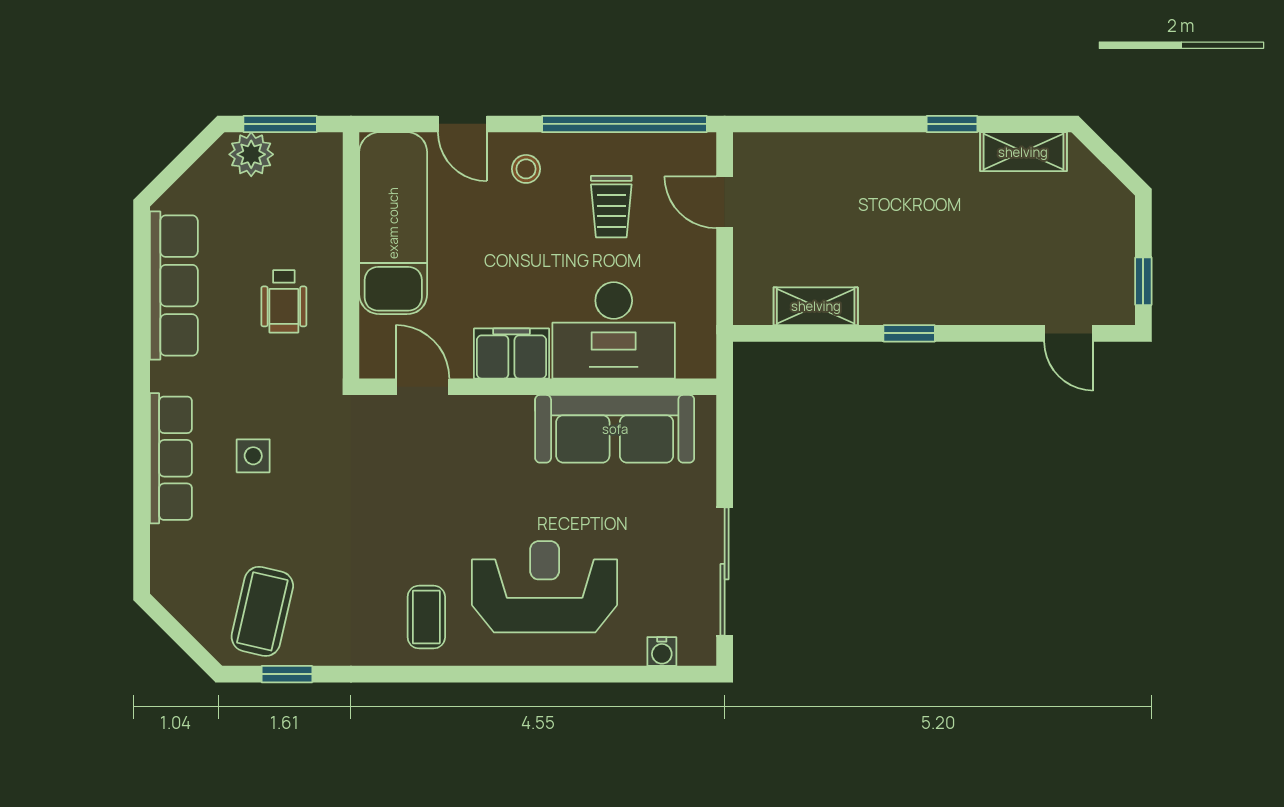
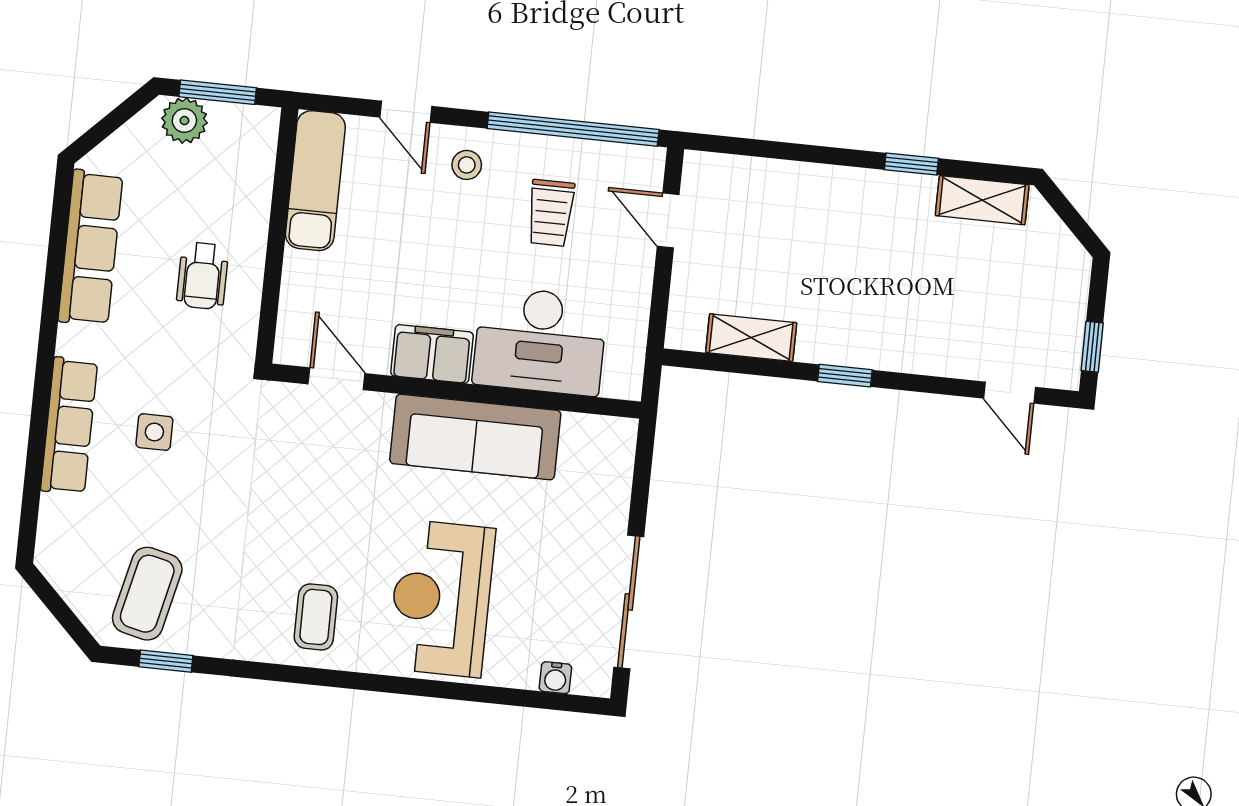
exam couch: (393, 223) -> (315, 181), width x0.73, depth x0.69
sofa: (615, 429) -> (475, 437), moved
reception desk: (545, 587) -> (441, 598), turned -90

